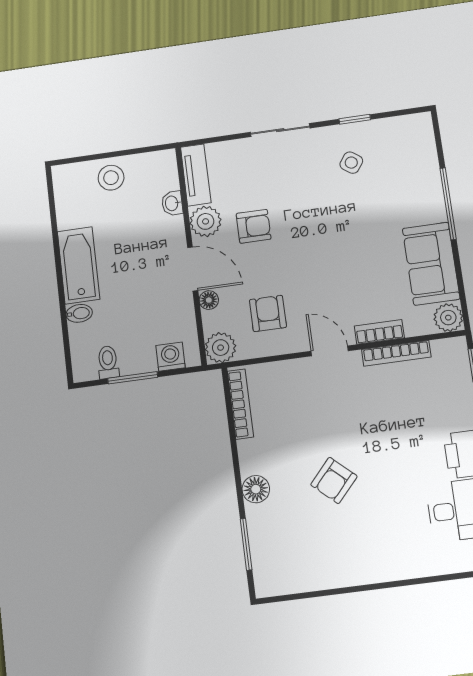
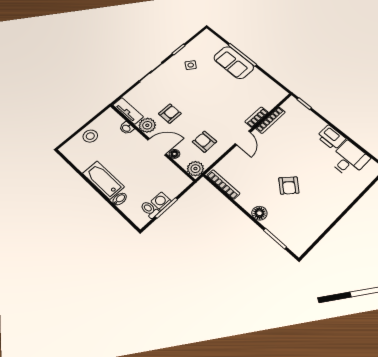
sofa: (431, 264) -> (234, 63), moved
plant: (448, 318) -> (279, 94), removed
door: (330, 351) -> (243, 138), swing flipped
washing machine: (170, 357) -> (161, 201), moved

